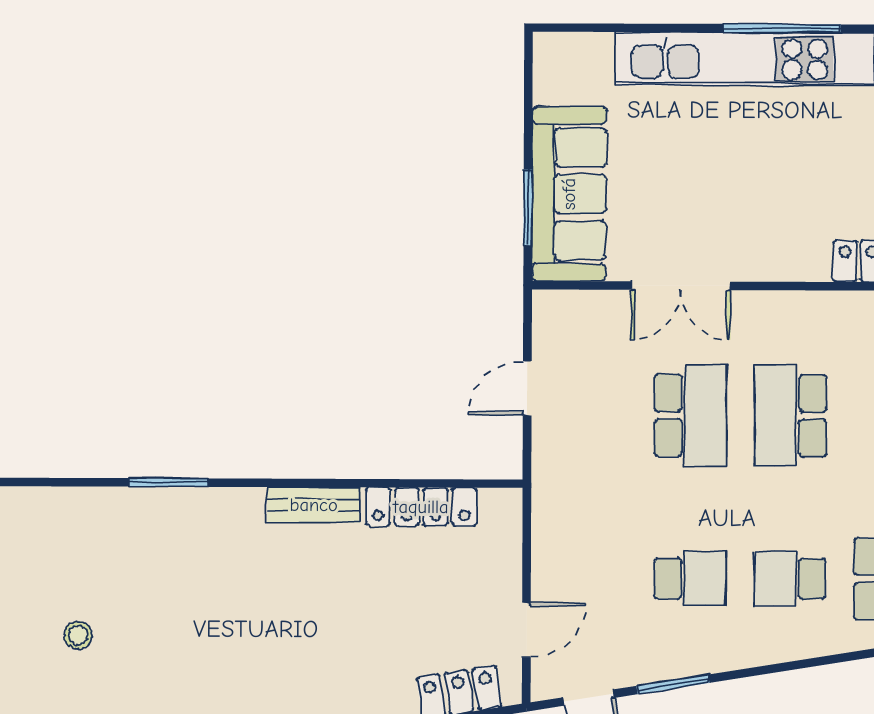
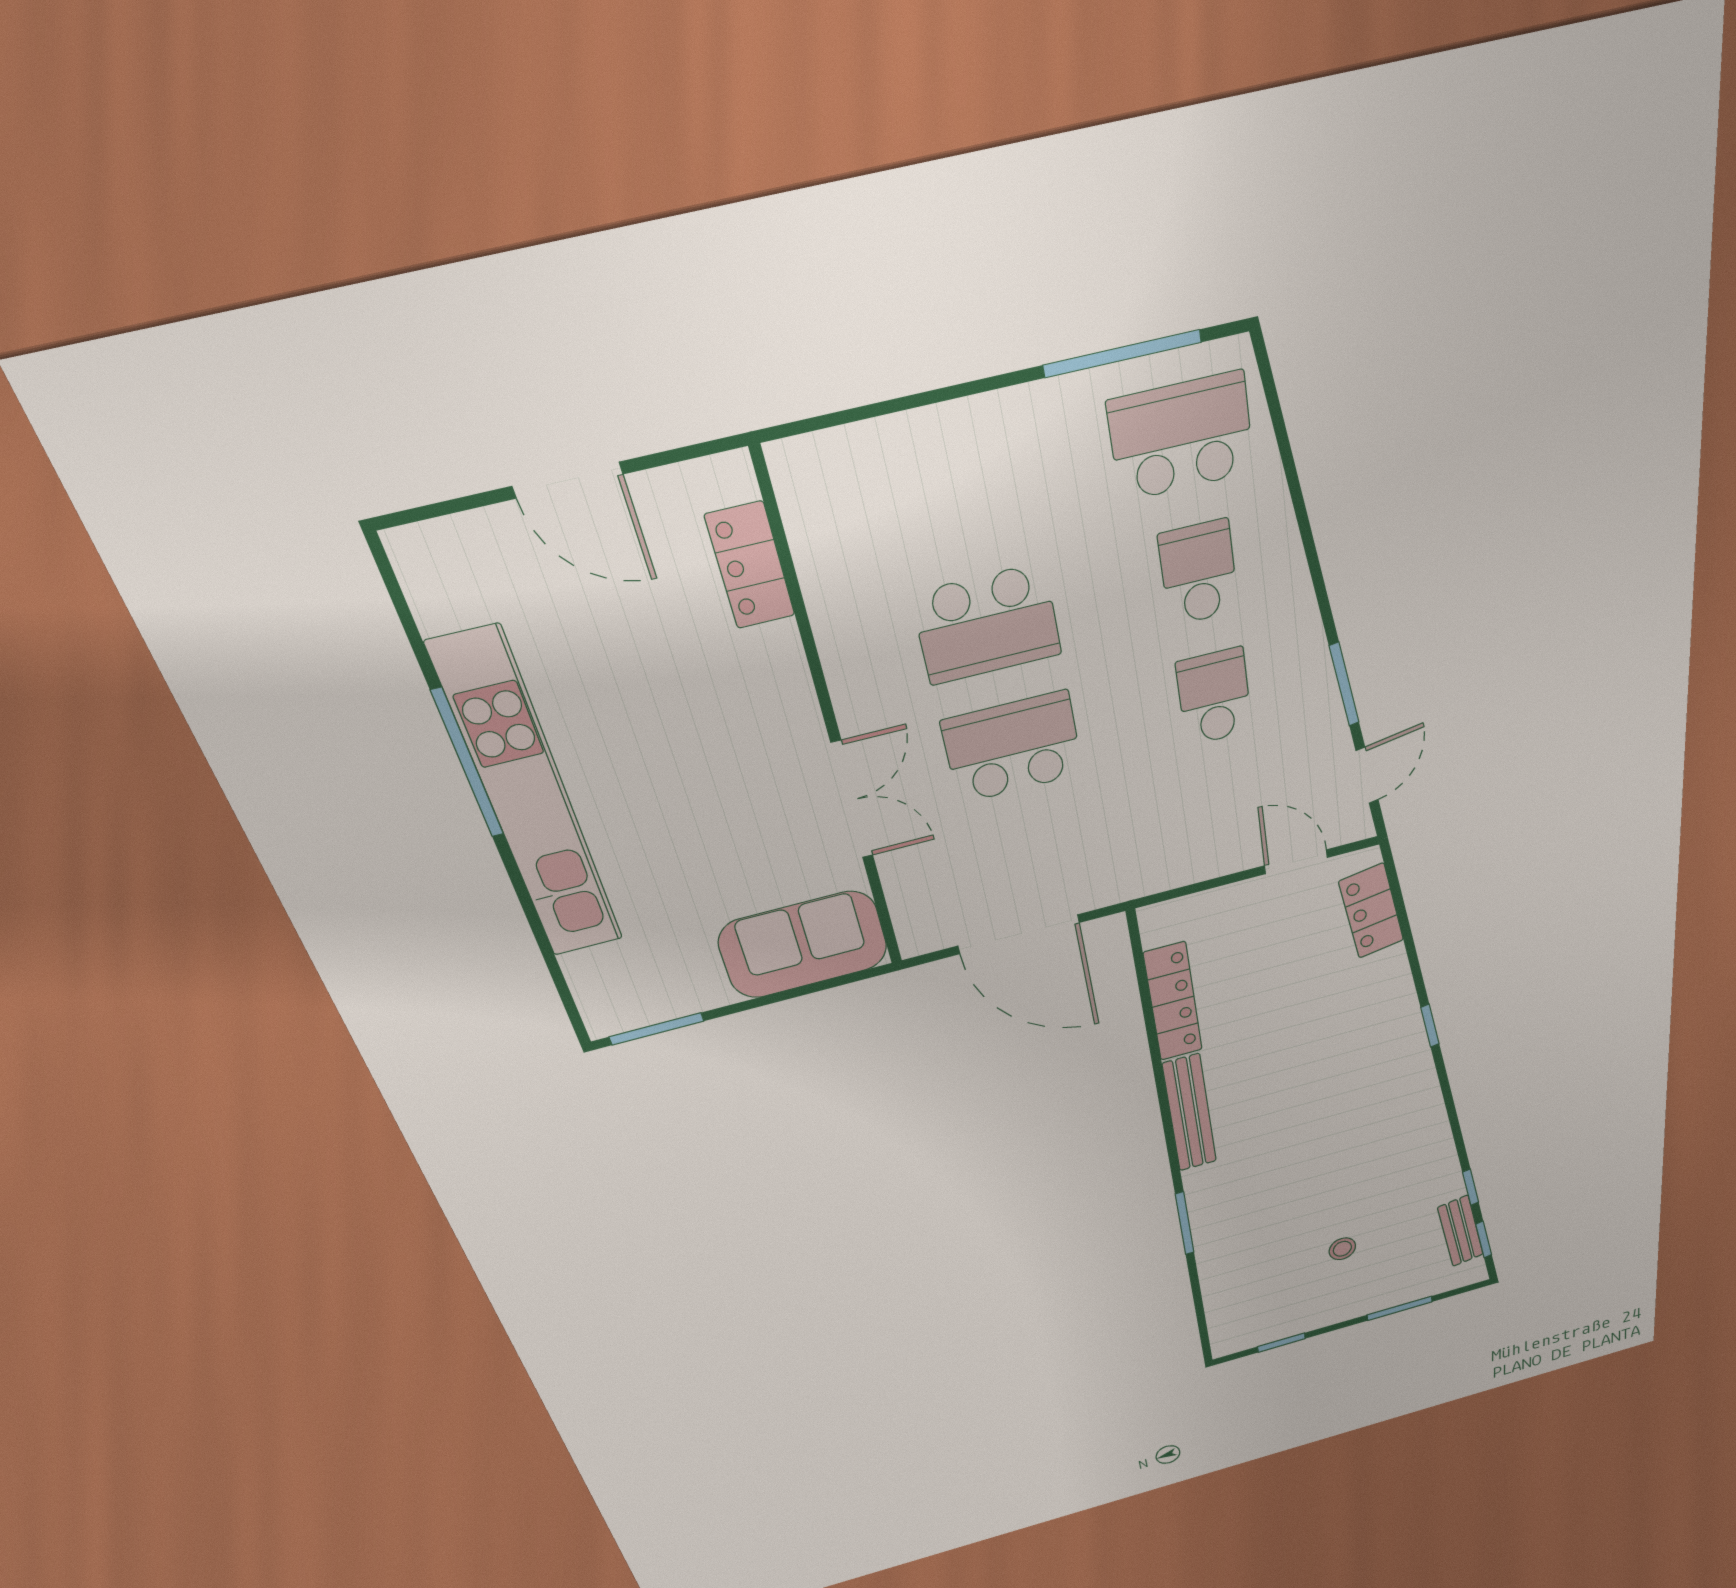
sofa: (569, 194) -> (803, 945), width x0.73
window: (528, 208) -> (657, 1029), moved
door: (527, 388) -> (1019, 934), width x1.87
bench: (314, 505) -> (1190, 1113), width x1.36
school desk: (790, 579) -> (1198, 573), turned 180

